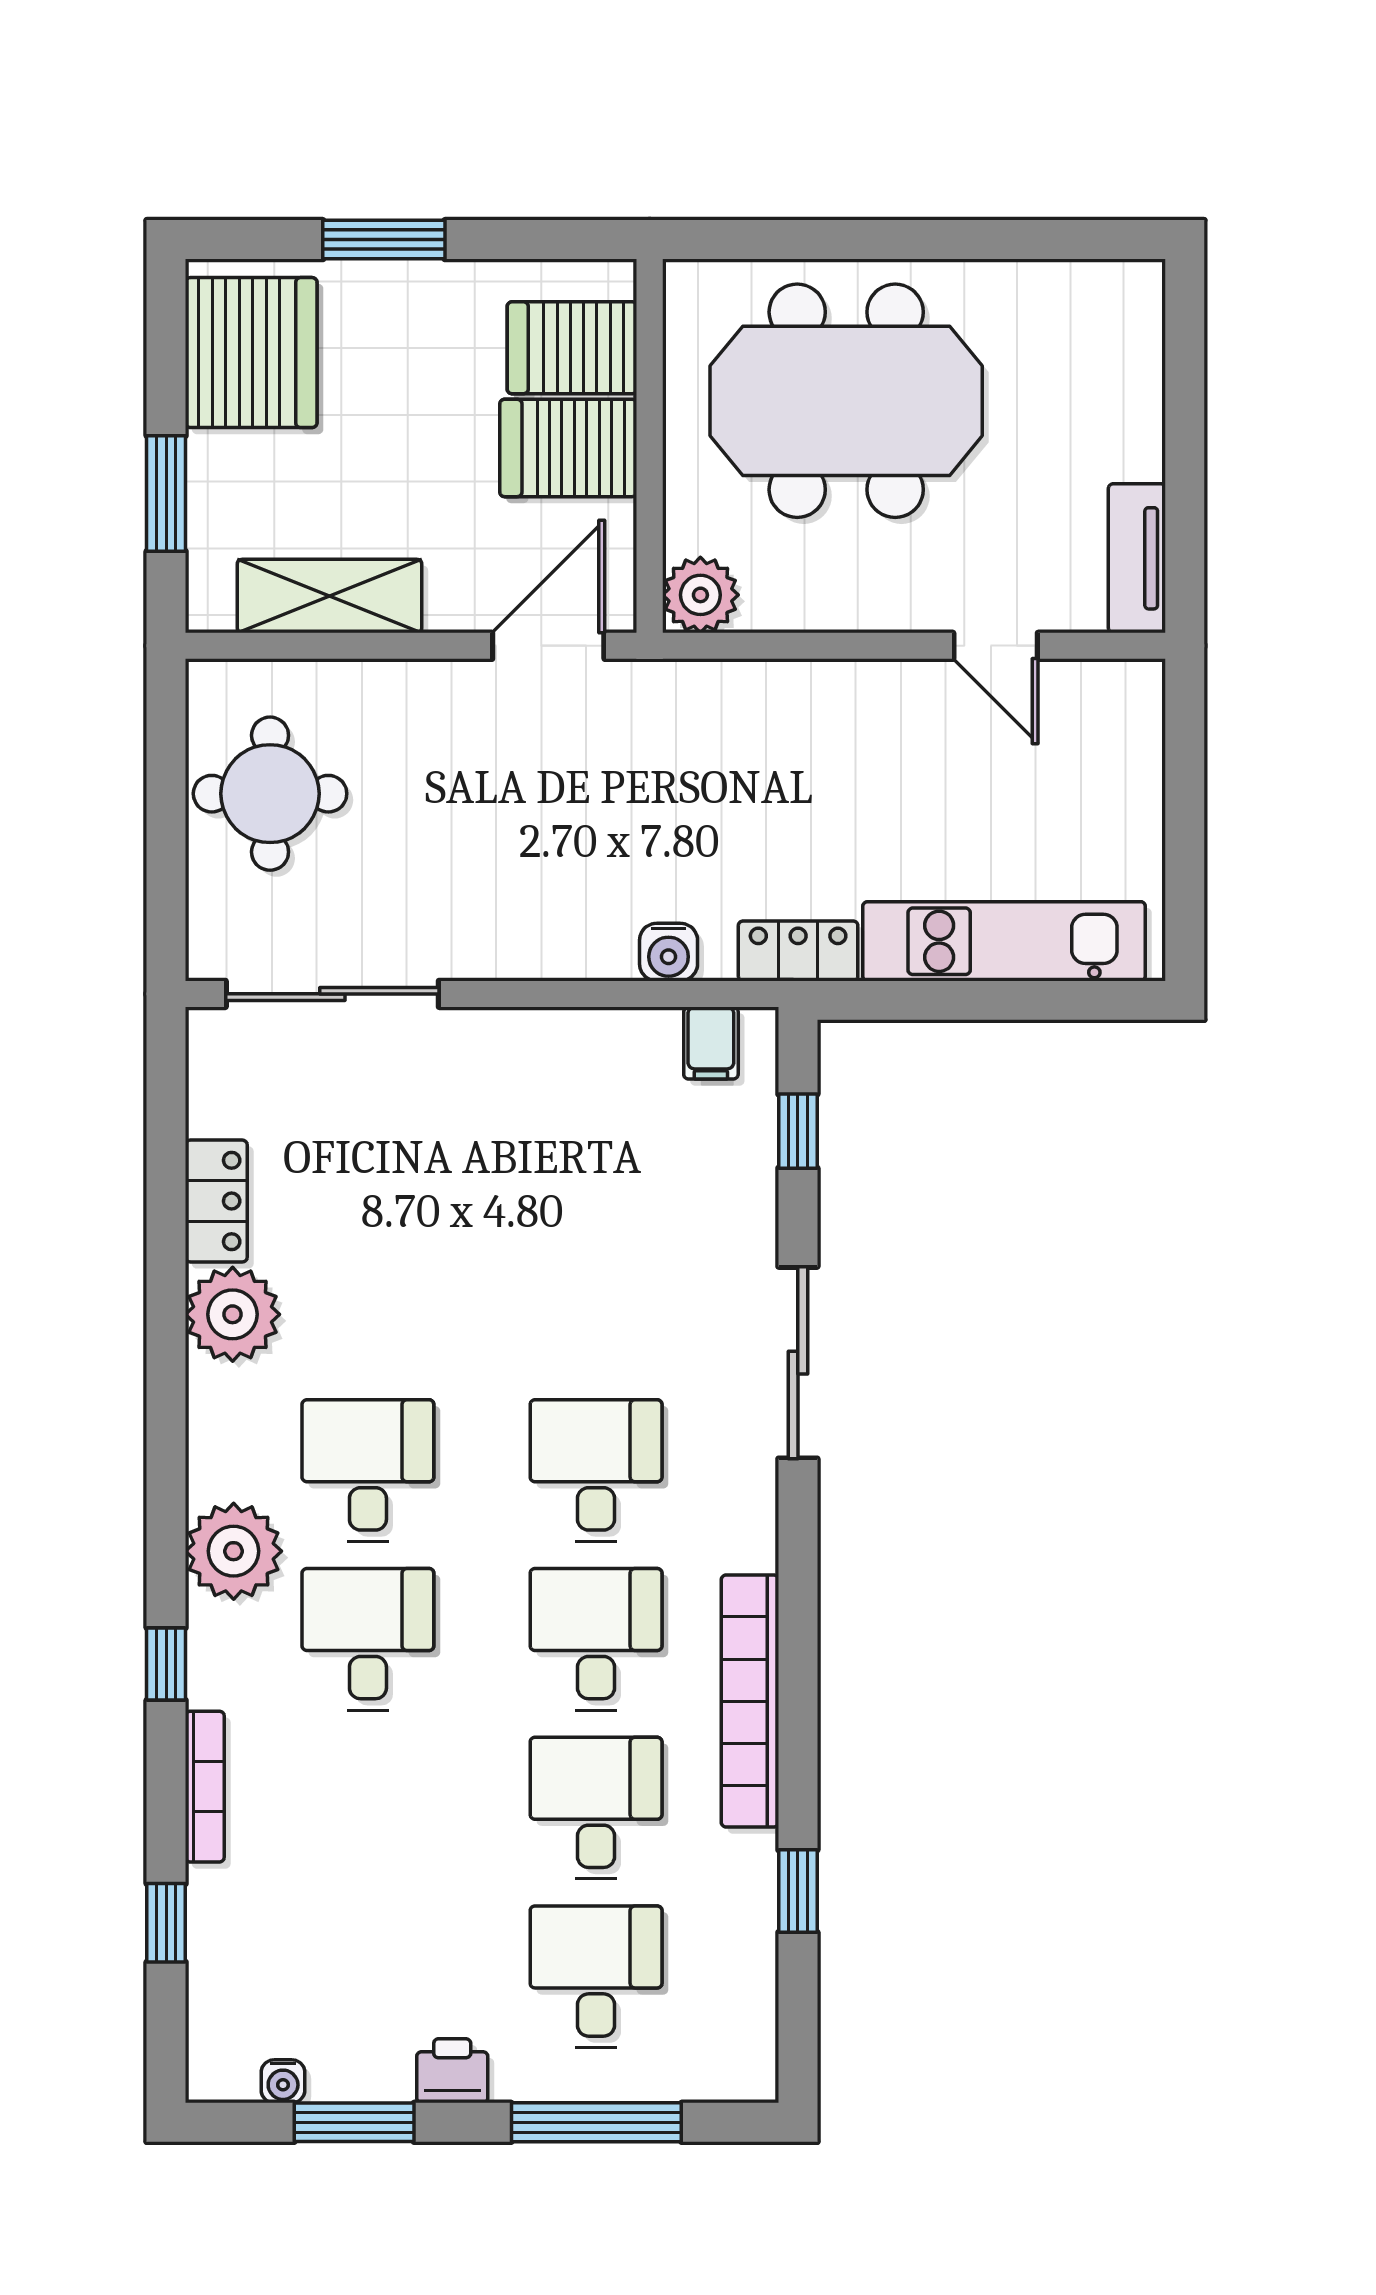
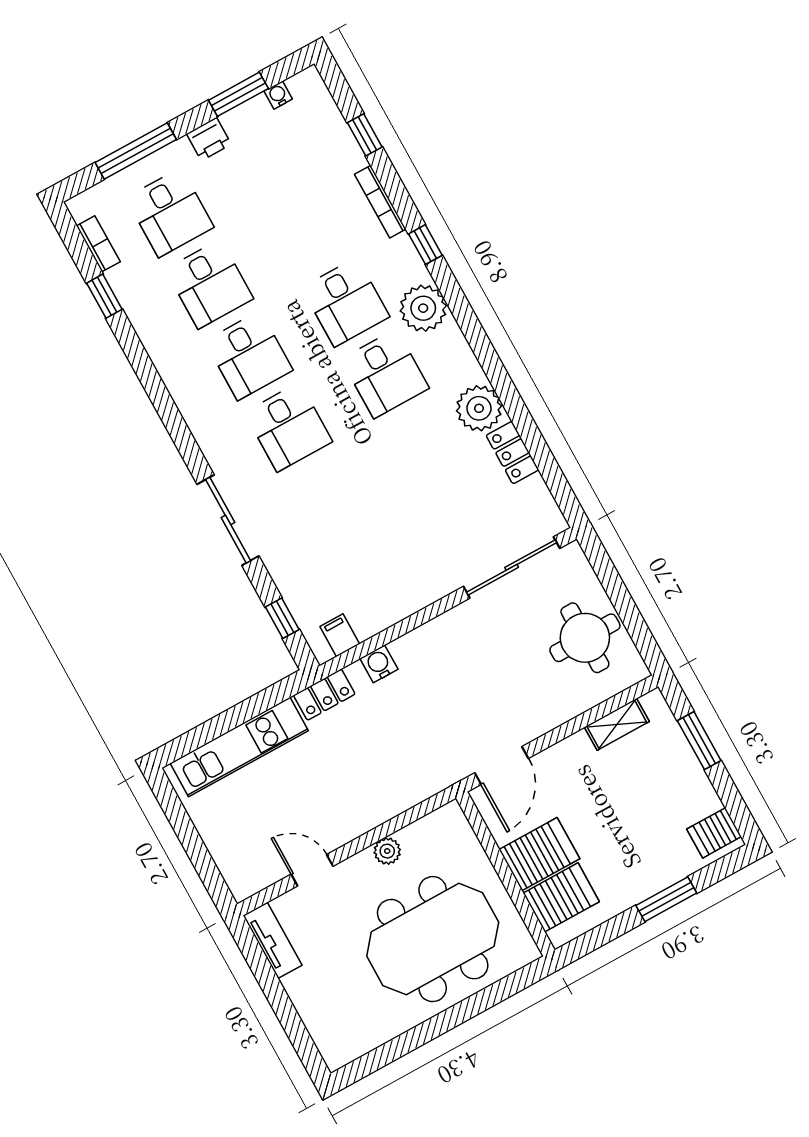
server rack: (251, 353) -> (714, 833), width x0.46, depth x0.70
plant: (700, 595) -> (387, 851), moved, width x0.73, depth x0.73
shelving: (329, 596) -> (617, 724), width x0.67, depth x0.75
bookcase: (750, 1701) -> (98, 244), moved, width x0.43, depth x0.76

